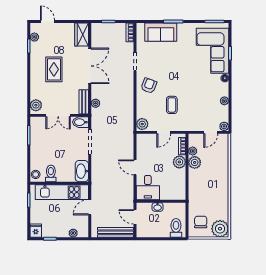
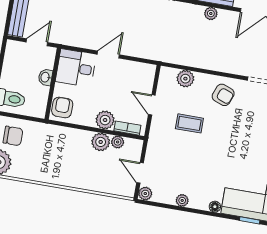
plant: (142, 124) -> (185, 79), moved
armchair: (176, 192) -> (62, 107), added

